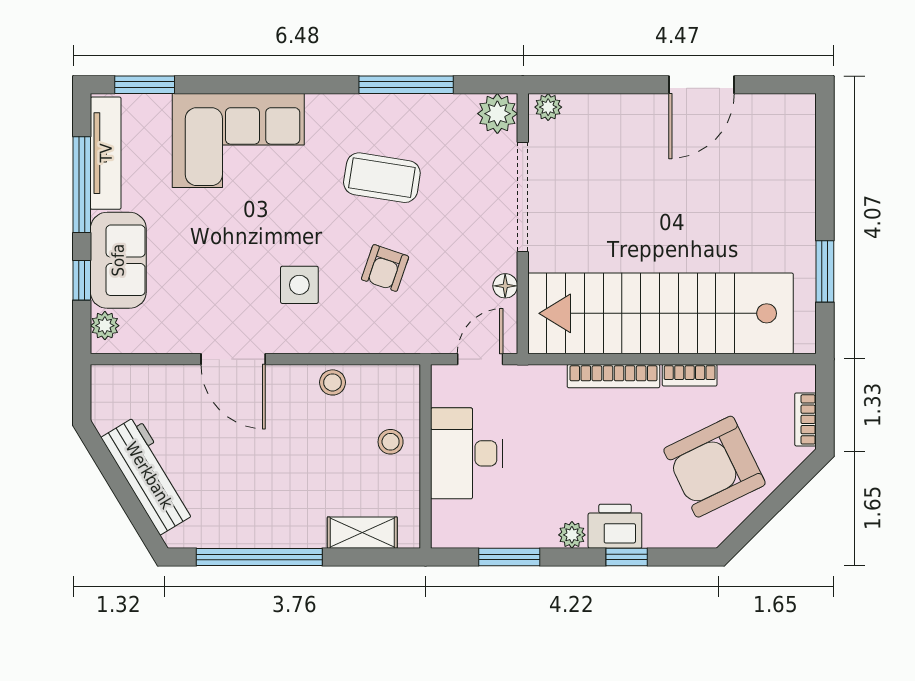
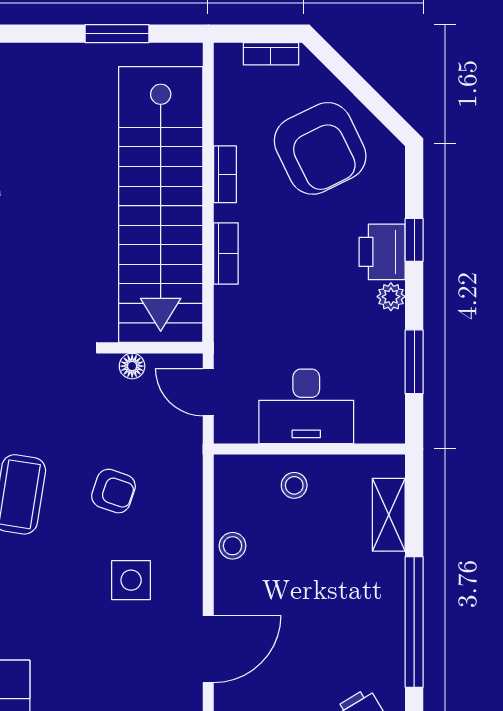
bookcase: (613, 376) -> (226, 253), width x0.64

